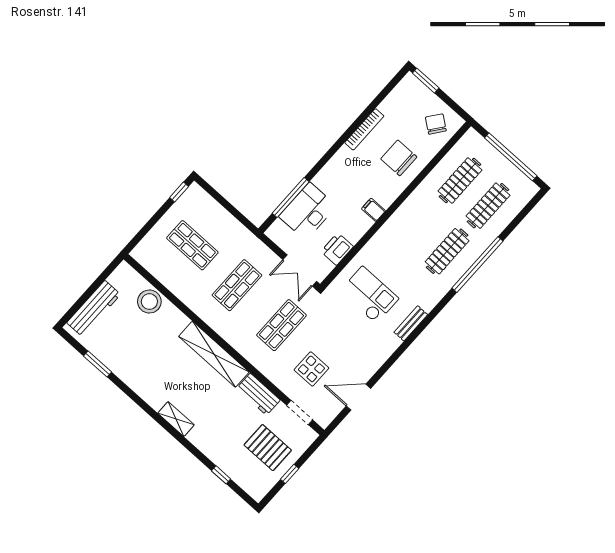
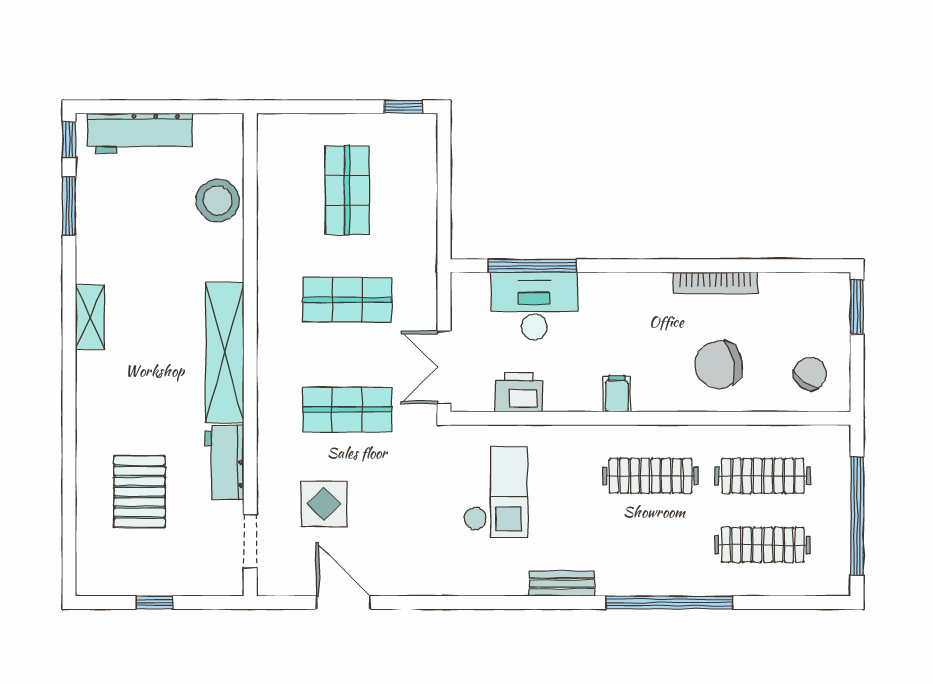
chair: (399, 158) -> (719, 365), turned -101
clothes rail: (447, 251) -> (651, 476), moved
bench: (411, 323) -> (562, 584), moved
shelving: (176, 419) -> (90, 317), moved
pallet: (268, 448) -> (140, 492), moved
window: (221, 475) -> (69, 139), moved

